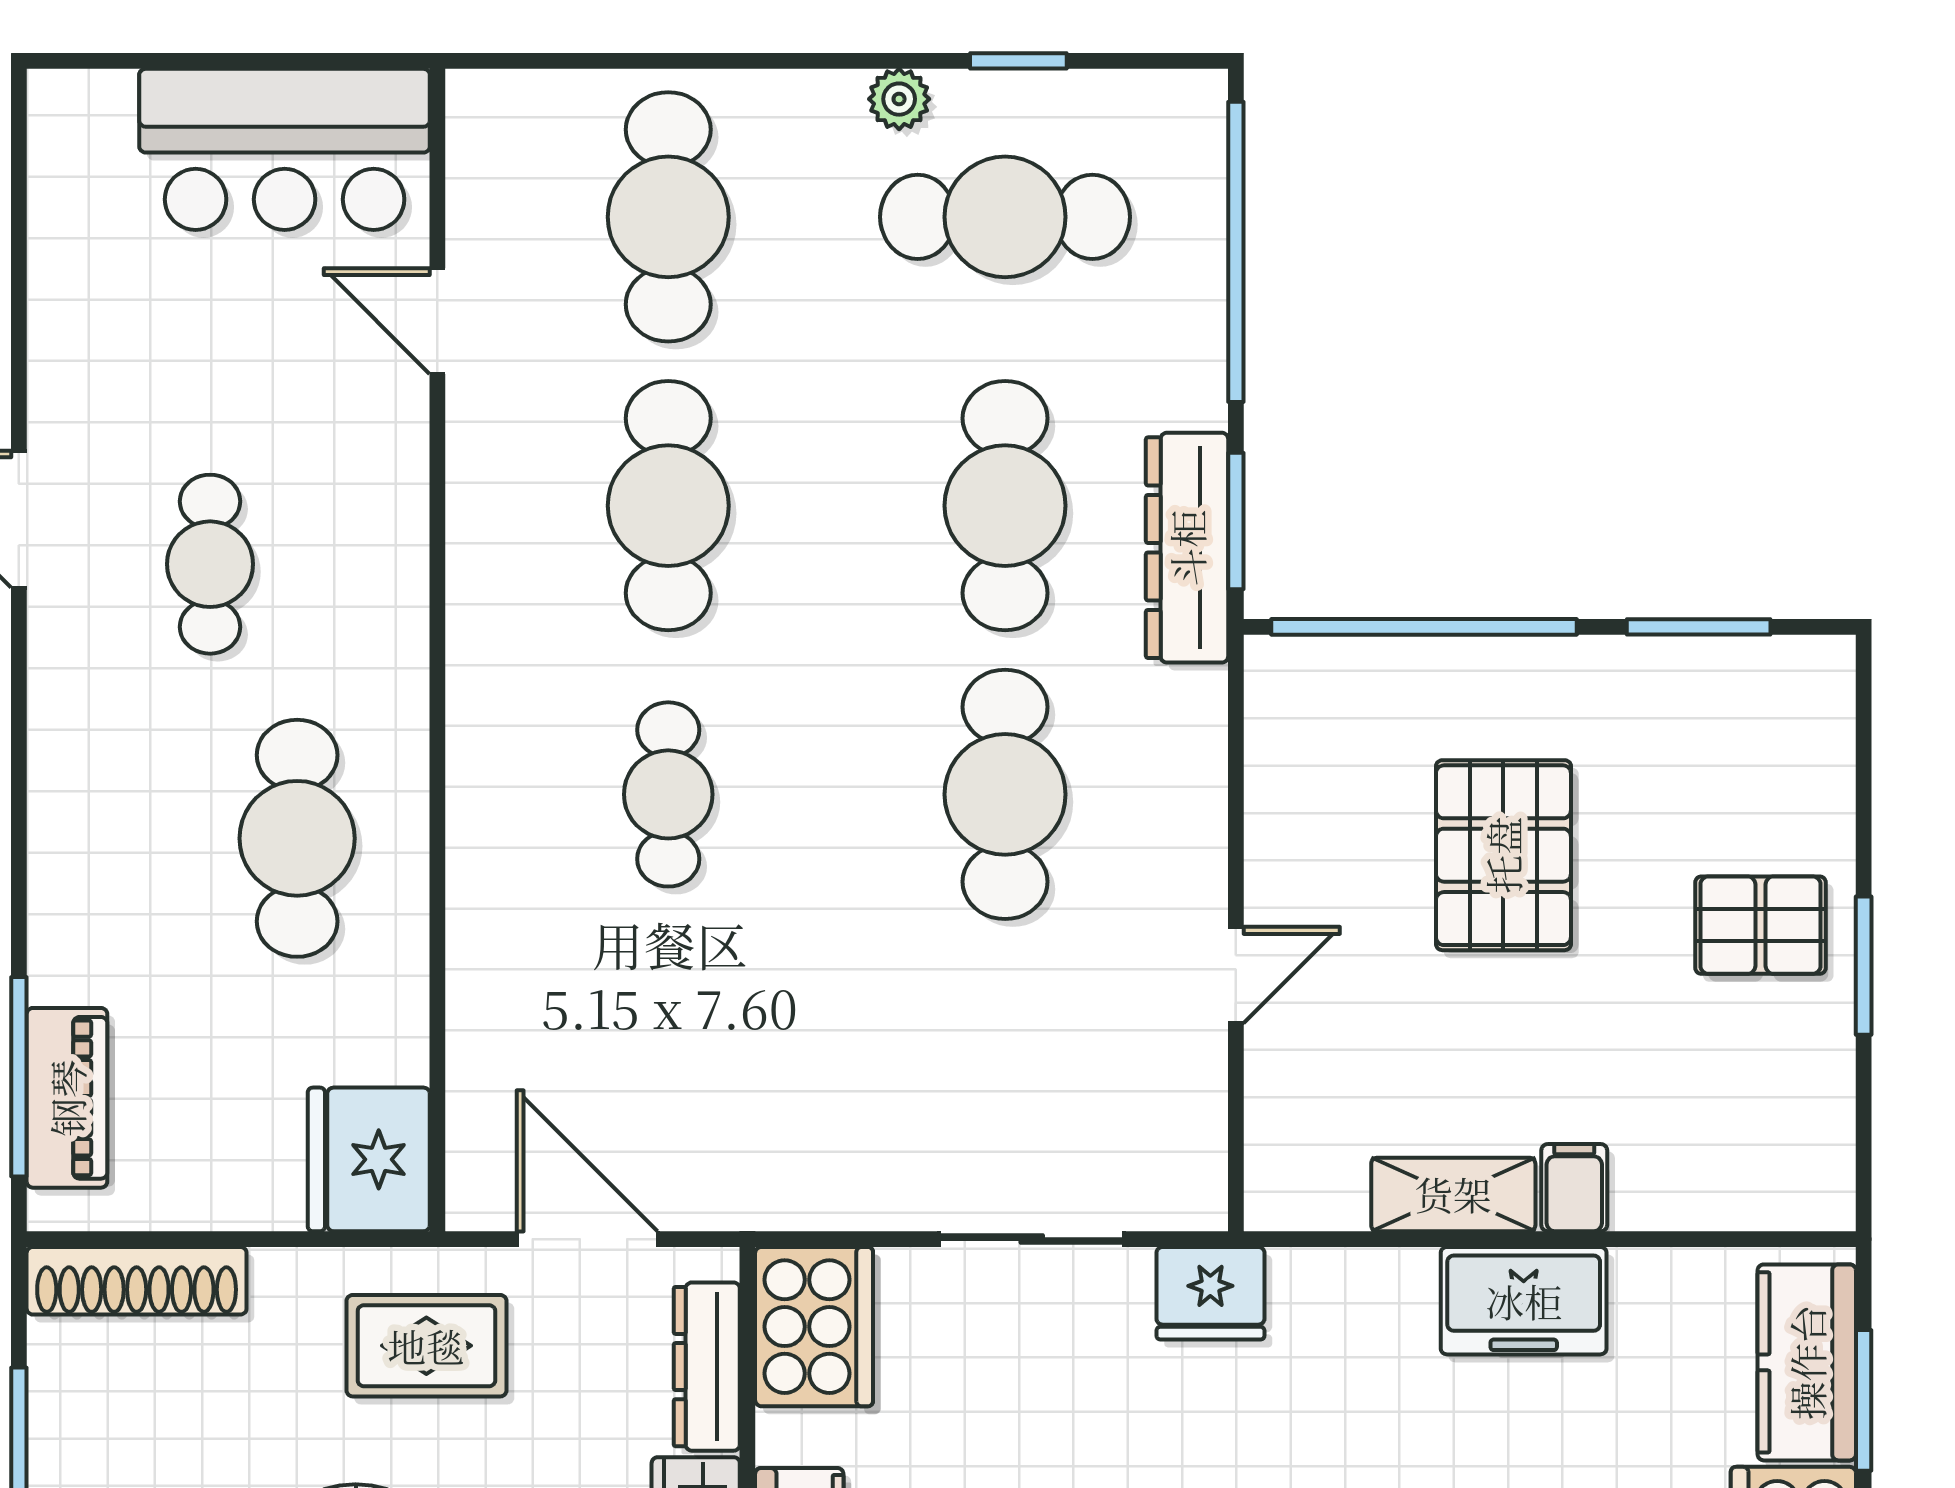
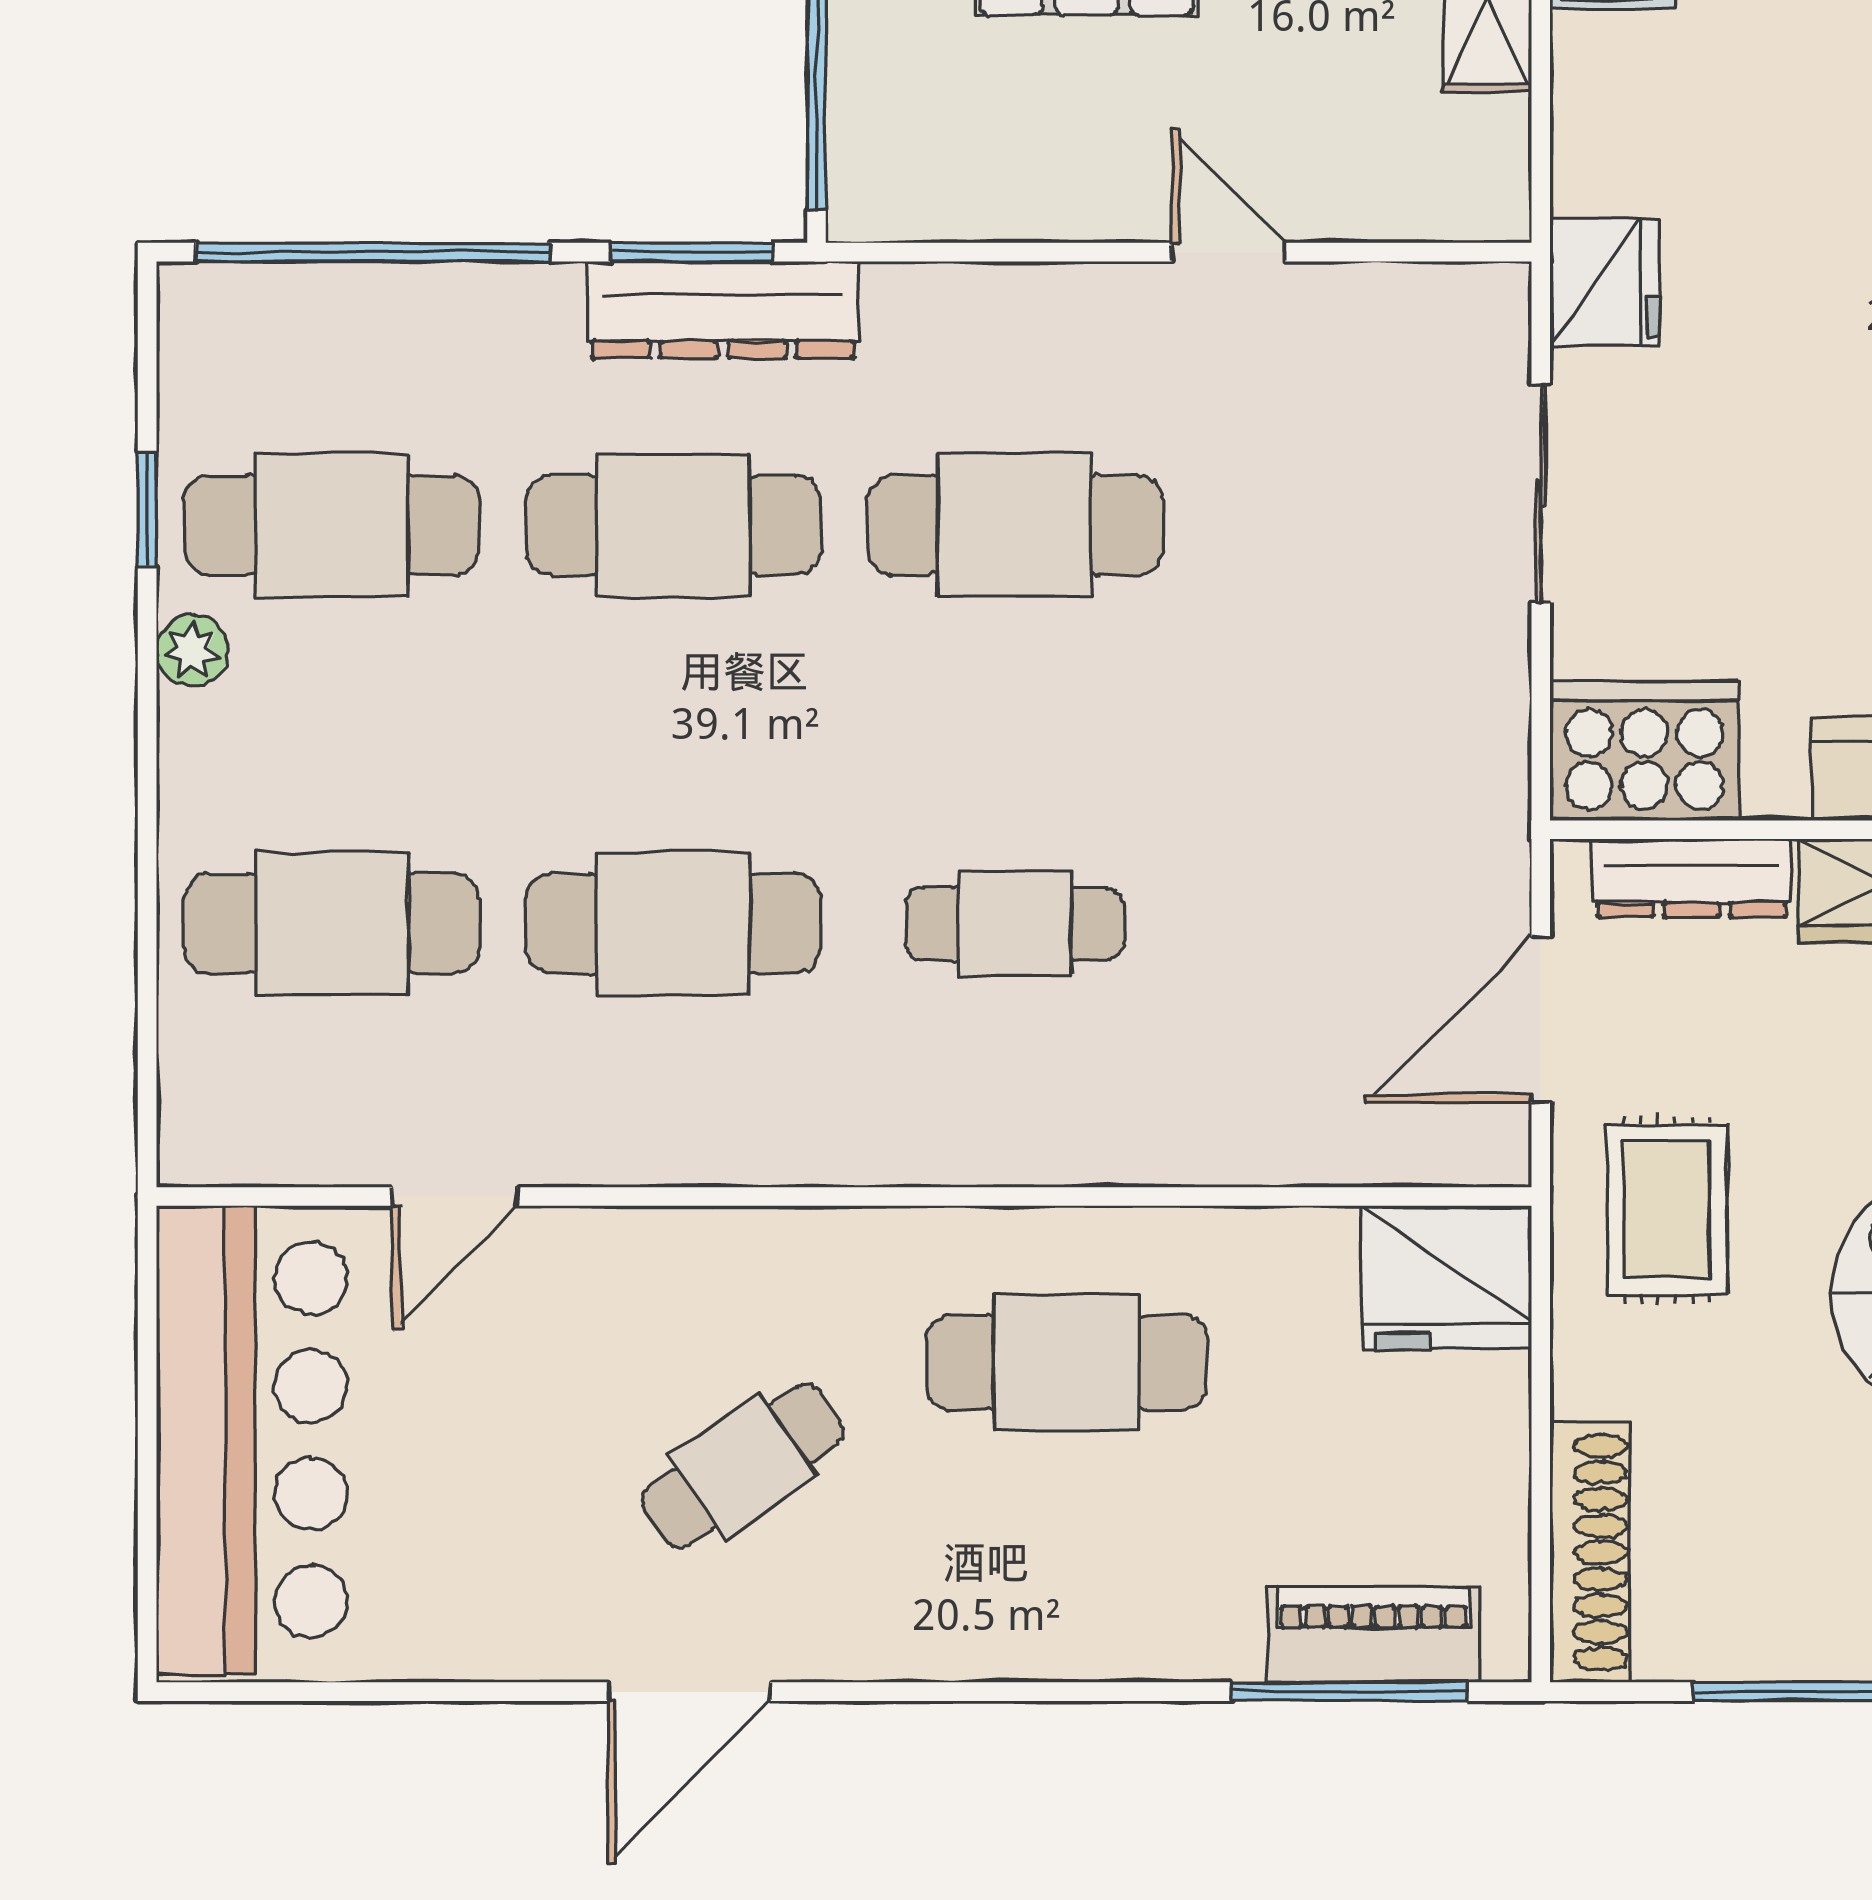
bar counter: (285, 149) -> (252, 1440), width x1.36
cafe table: (1005, 217) -> (332, 525), turned 90
cafe table: (210, 564) -> (742, 1466), turned -34

